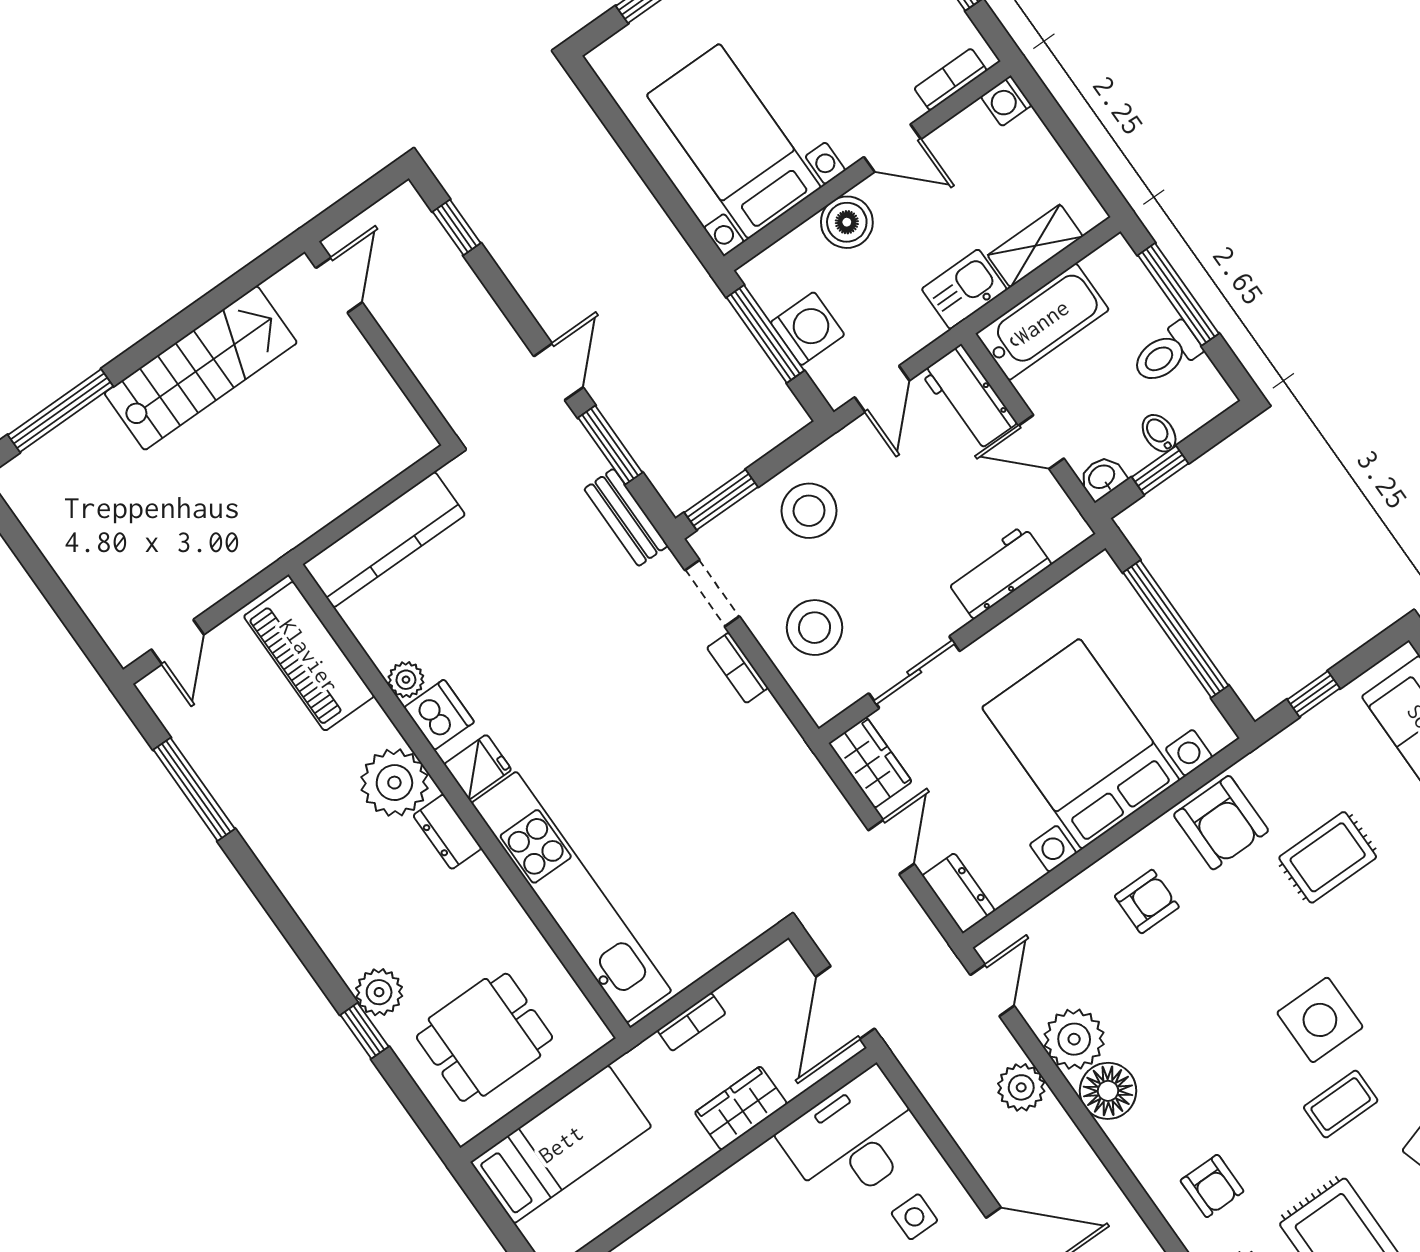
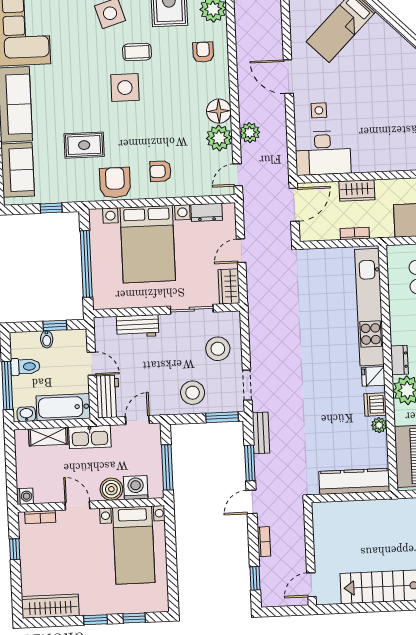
kitchen sink: (964, 289) -> (90, 437), width x1.38
washing machine: (807, 329) -> (136, 488), moved, turned 90
washbasin: (1102, 478) -> (26, 414), moved, turned 180
bookcase: (738, 668) -> (264, 542), moved
dresser: (959, 893) -> (207, 212), moved, turned -90

